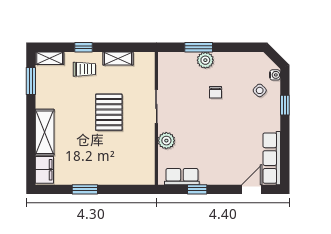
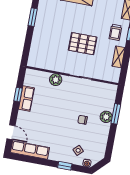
row of seats: (182, 177) -> (26, 99), moved

